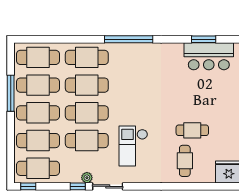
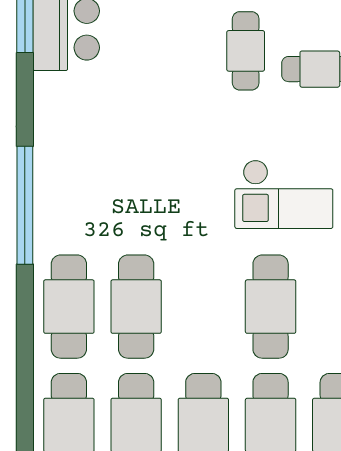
cafe table: (87, 113) -> (203, 307), removed

